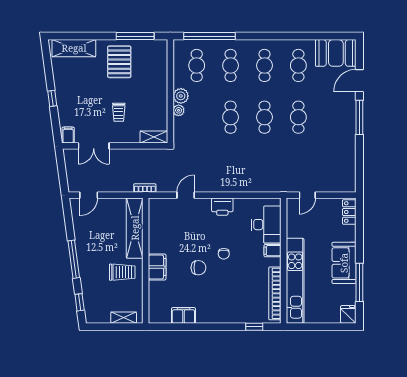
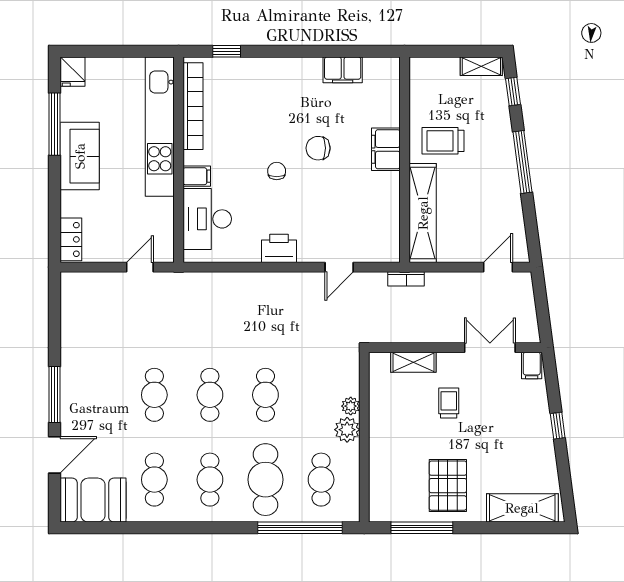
cafe table: (231, 65) -> (265, 480), width x1.37, depth x1.35
shelving: (154, 137) -> (413, 362), moved
shelving: (124, 318) -> (481, 66), moved

